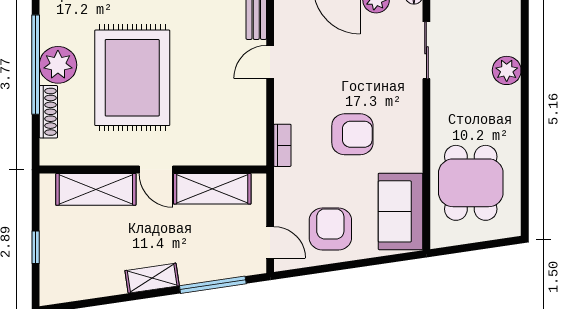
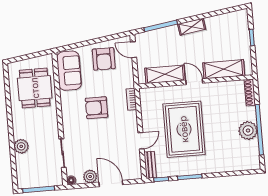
rug: (132, 78) -> (184, 129), moved
shoe rack: (48, 112) -> (250, 92), moved

